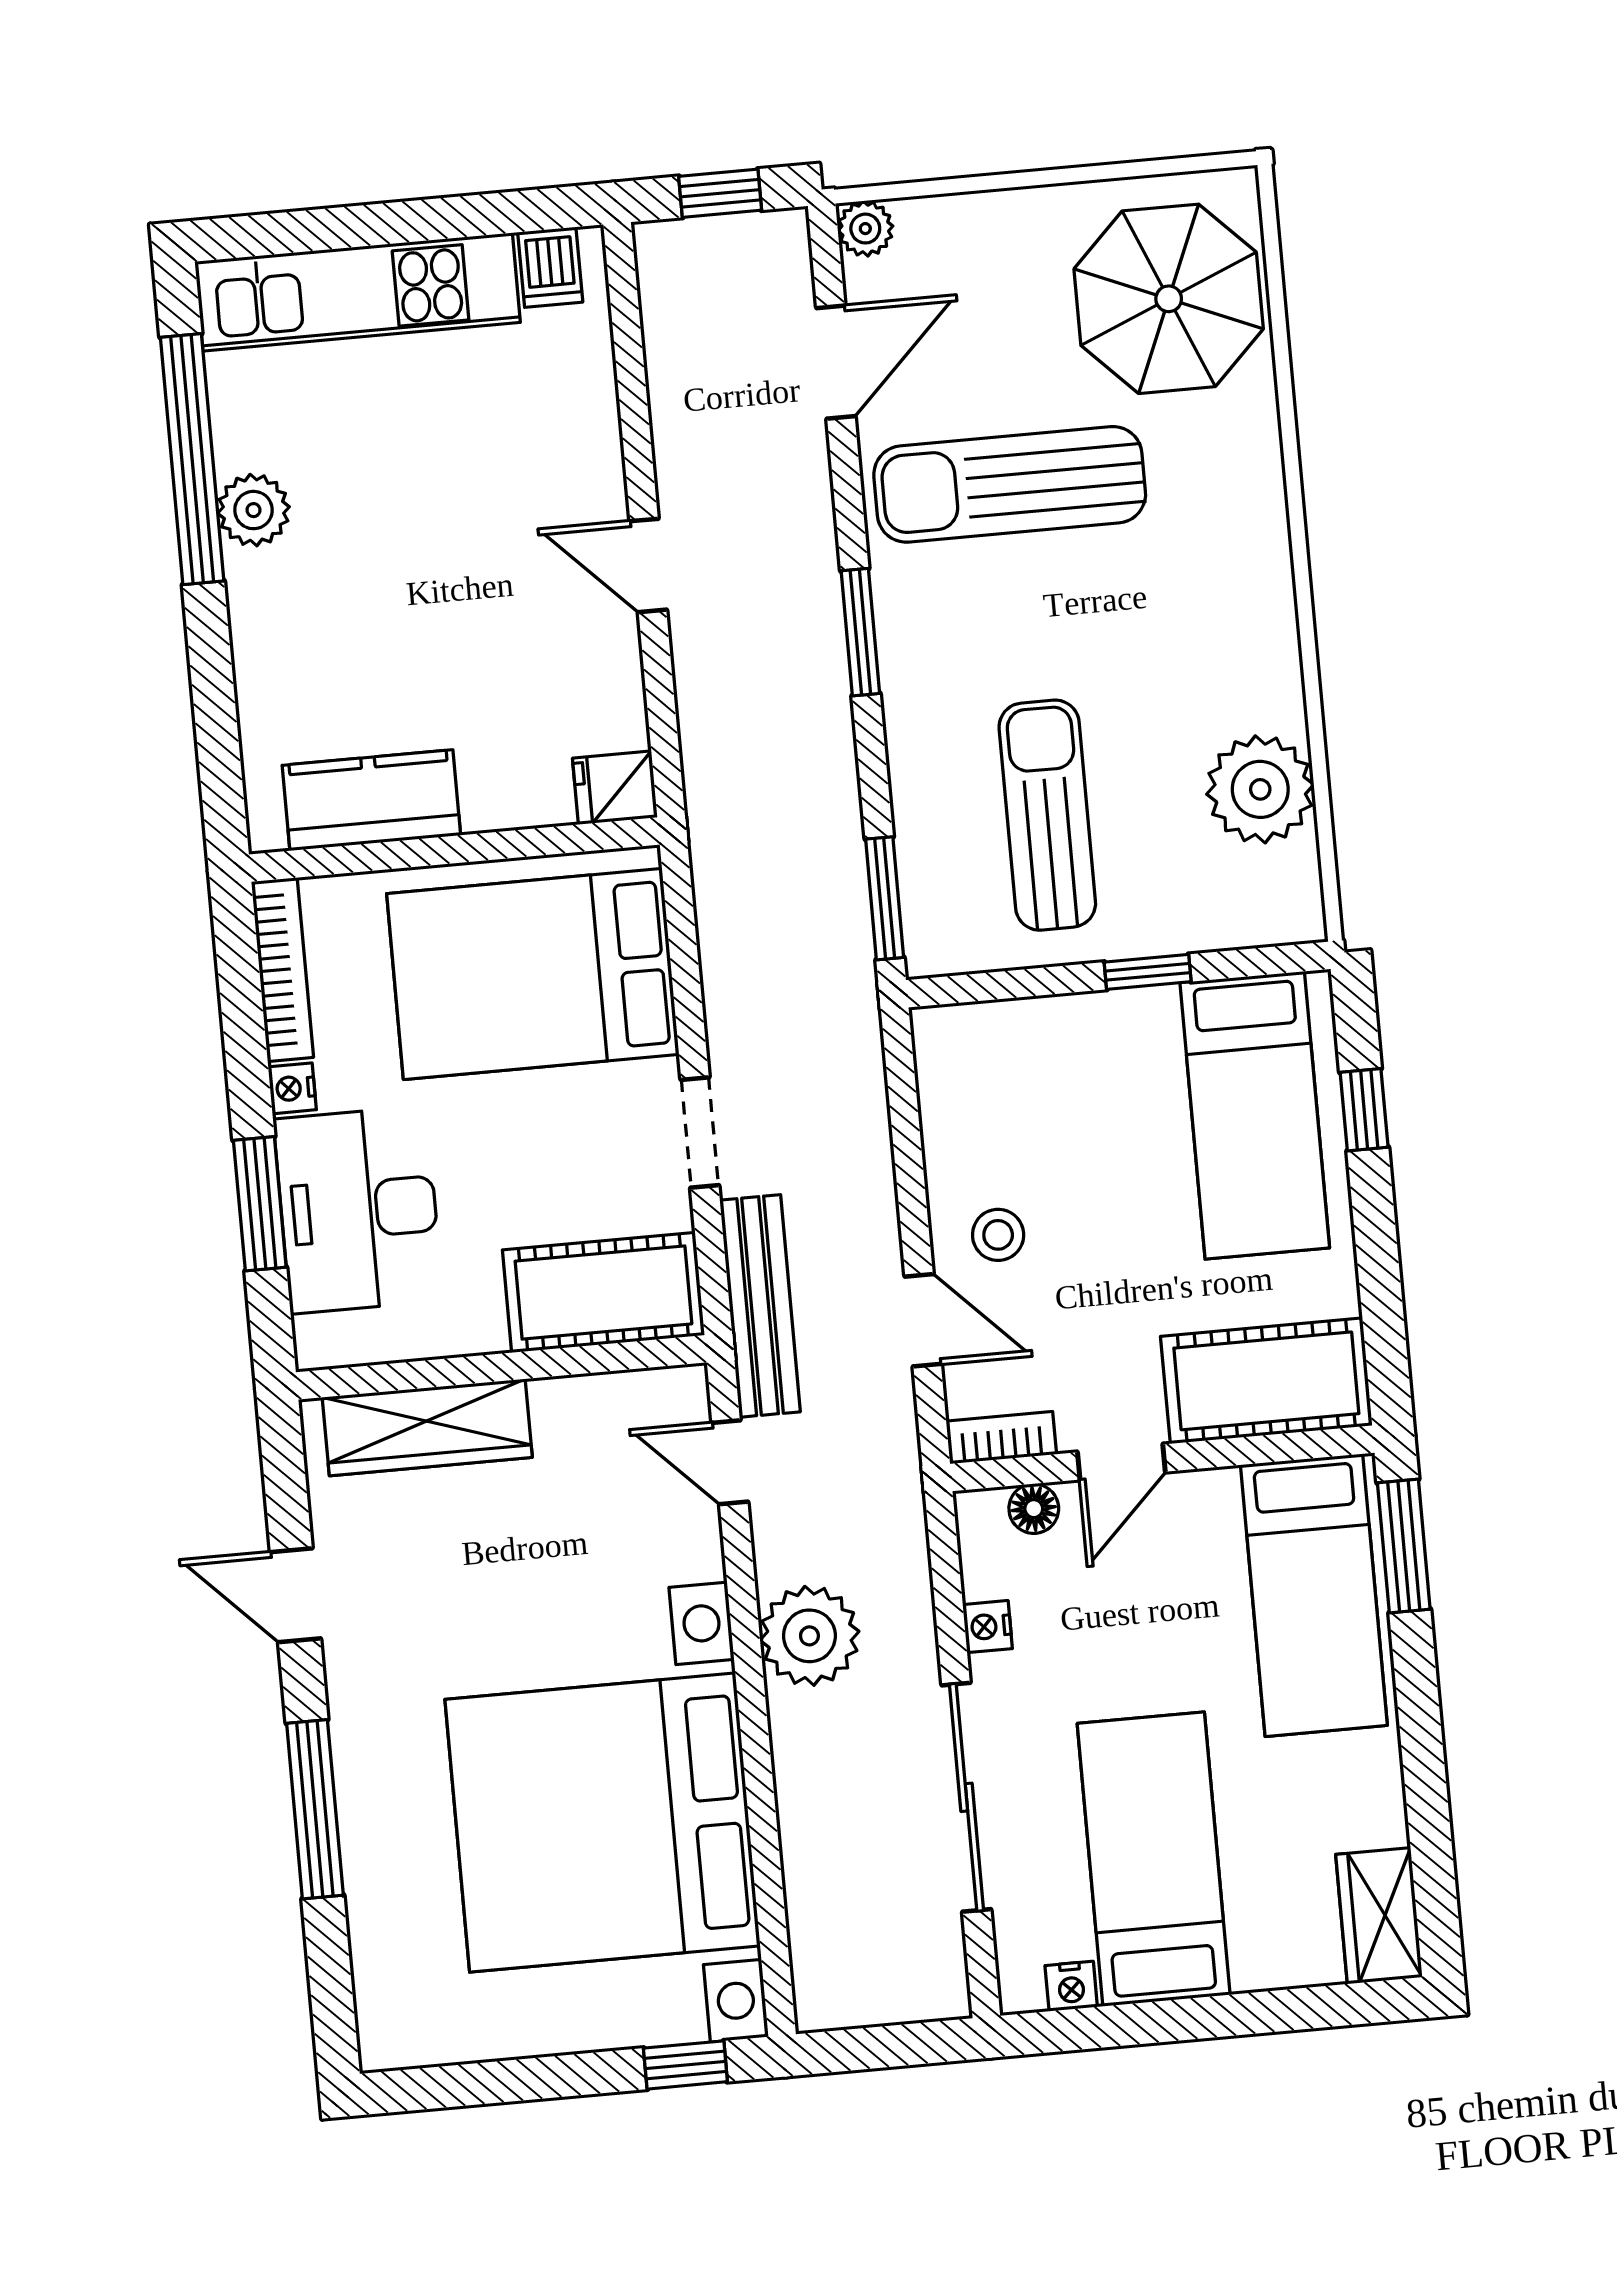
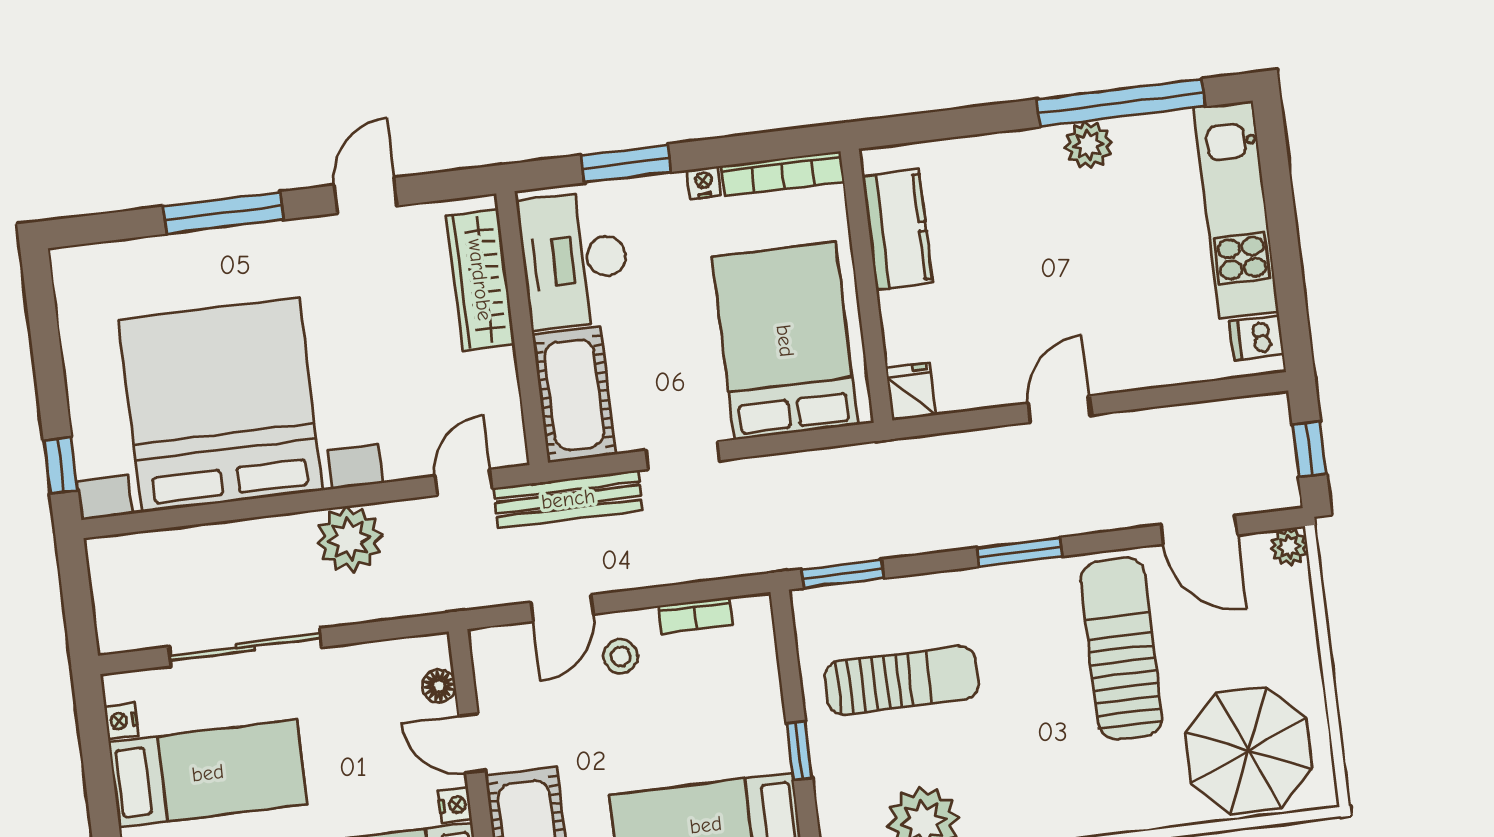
desk: (358, 1210) -> (575, 260), moved, turned -90
bookcase: (1001, 1438) -> (695, 615), moved, turned 90
nightstand: (988, 1627) -> (455, 805), moved, turned 90

